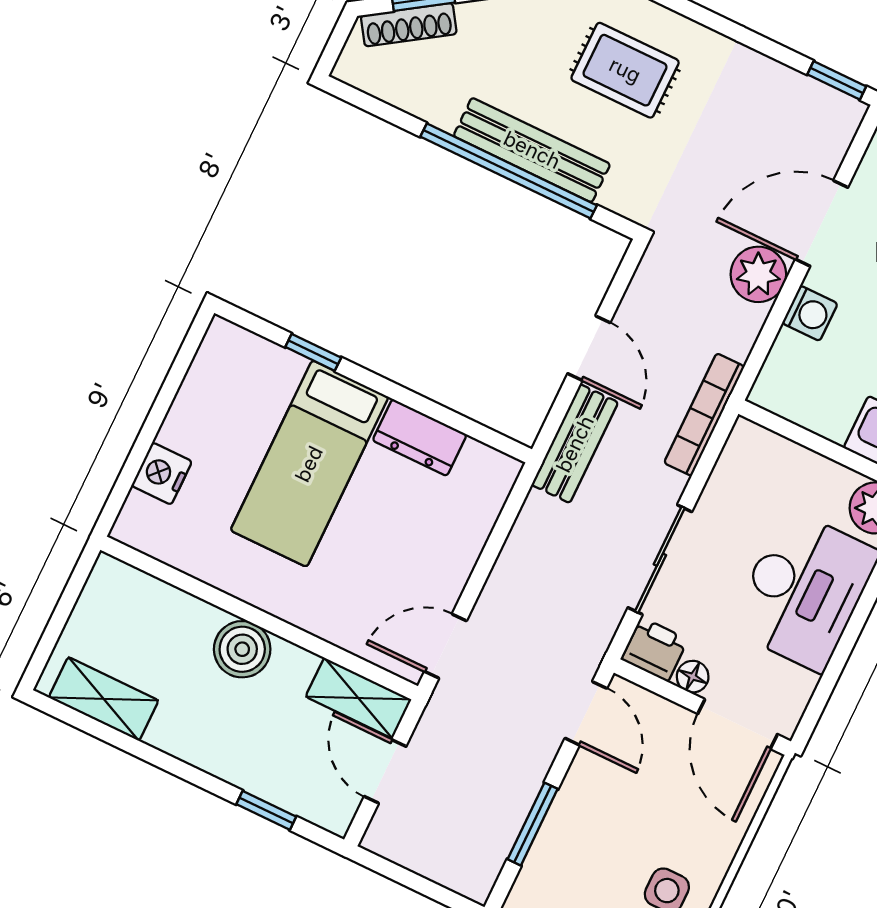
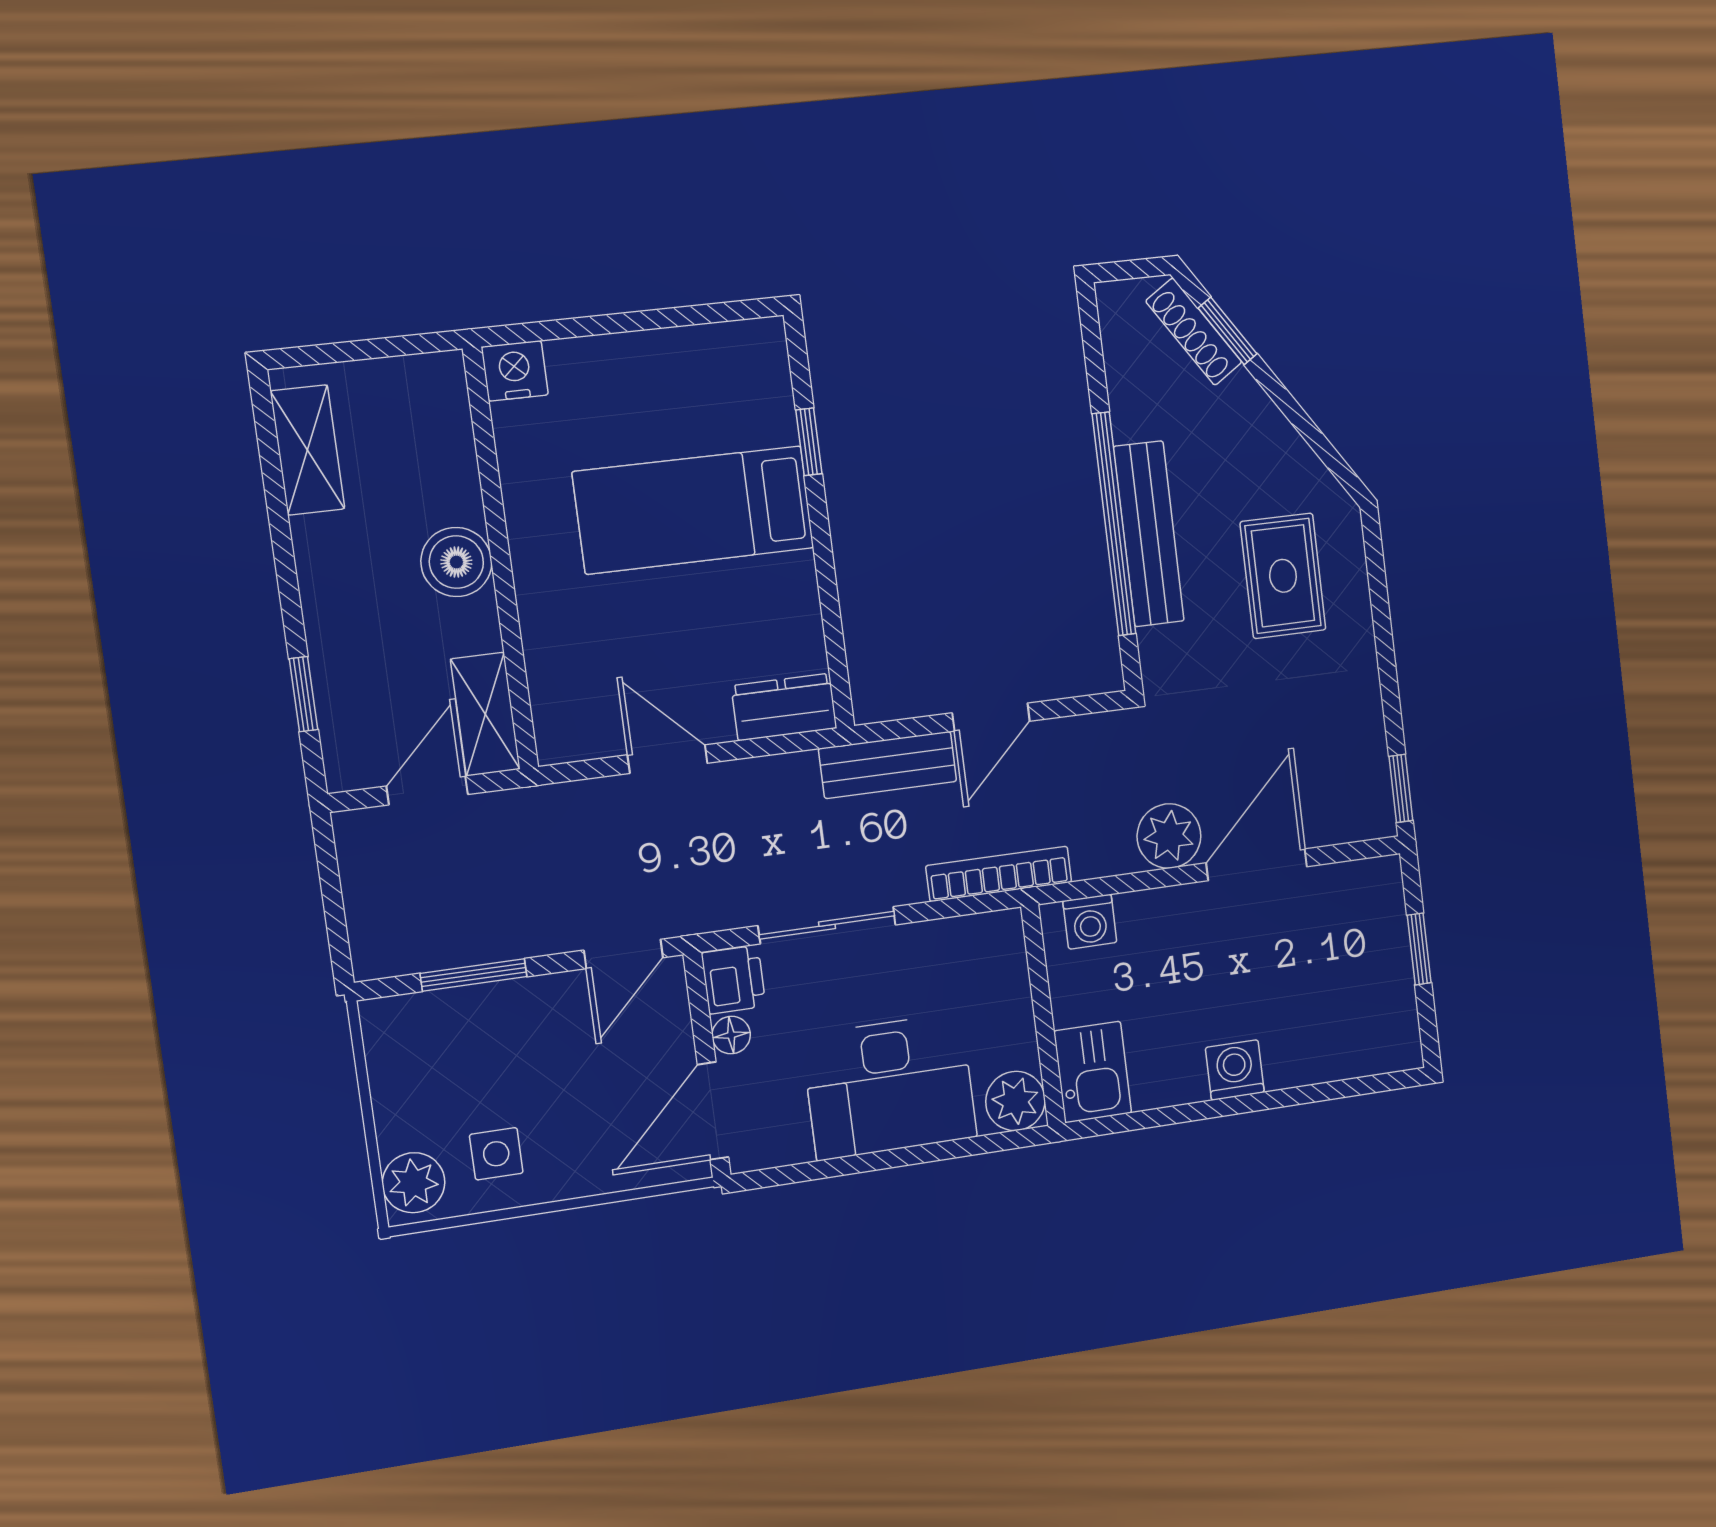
door: (822, 223) -> (1257, 865), hinge flipped
washing machine: (810, 313) -> (1090, 922), moved
dresser: (420, 437) -> (784, 707), moved, turned 90
nightstand: (162, 474) -> (515, 371), moved
door: (445, 646) -> (667, 759), moved

